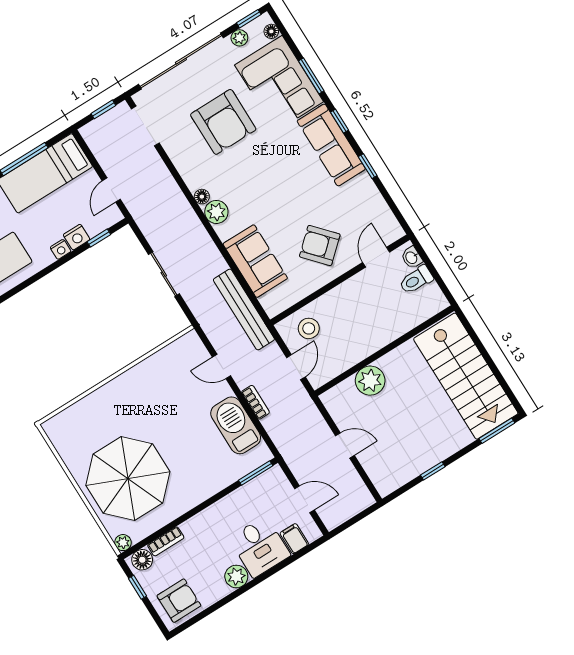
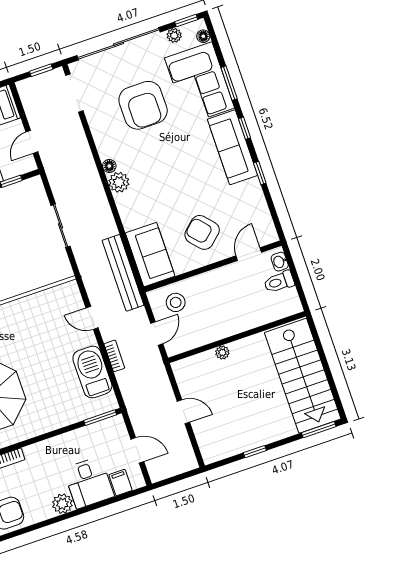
sofa: (255, 261) -> (150, 255), moved
plant: (370, 381) -> (222, 352), width x0.53, depth x0.53

